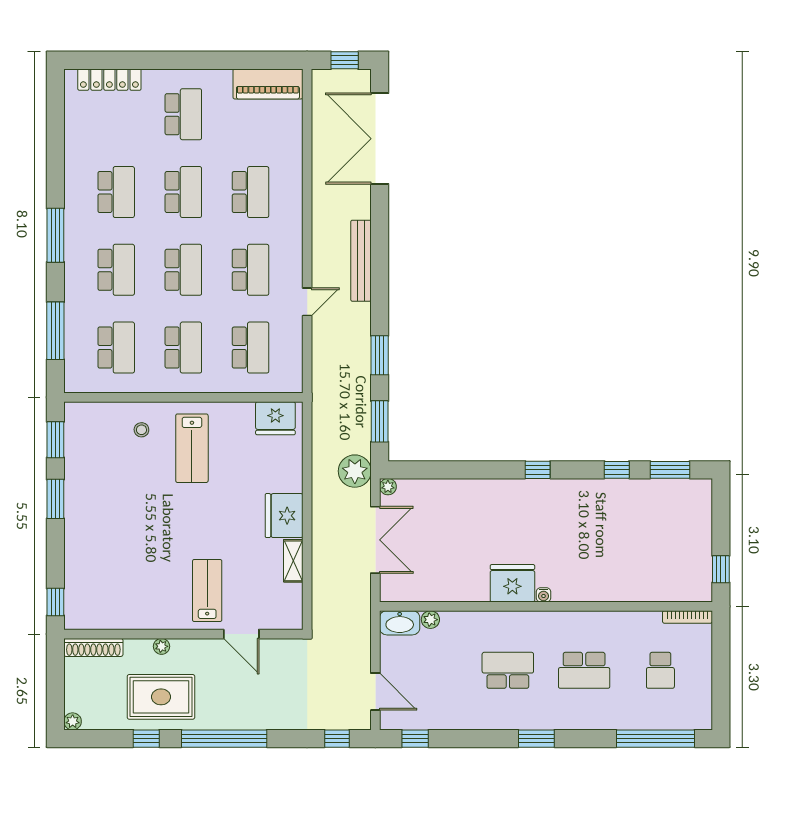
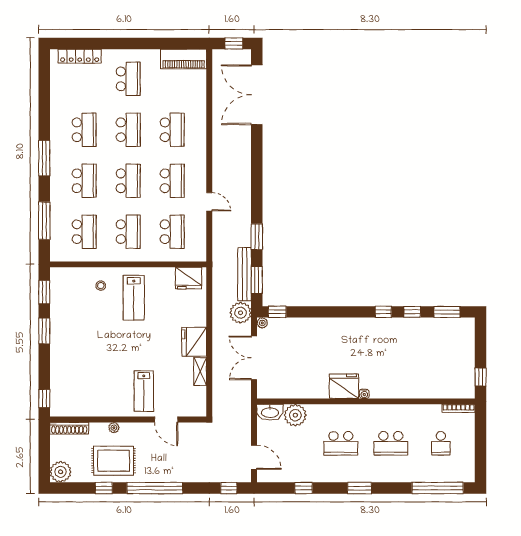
bench: (361, 261) -> (245, 274), moved
door: (307, 302) -> (209, 202), hinge flipped
window: (411, 470) -> (277, 312), added
window: (538, 470) -> (383, 312), moved
double door: (375, 540) -> (254, 358), swing flipped
lab bench: (207, 591) -> (144, 391), turned 180
plant: (430, 620) -> (295, 415), width x1.88, depth x1.88
school desk: (508, 670) -> (341, 443), turned 180
plant: (73, 721) -> (61, 472), width x1.88, depth x1.88
window: (415, 739) -> (304, 488), moved

